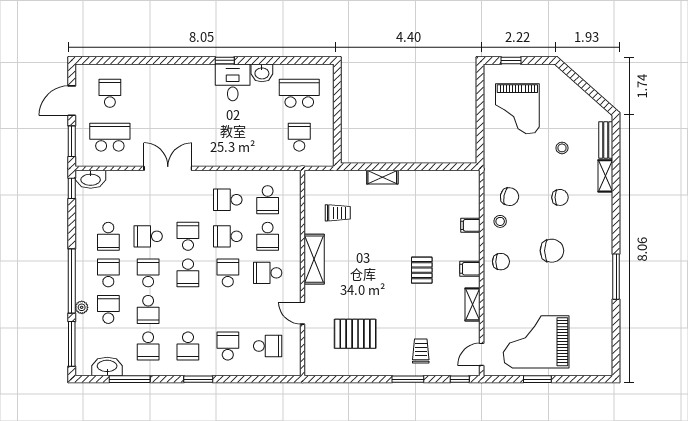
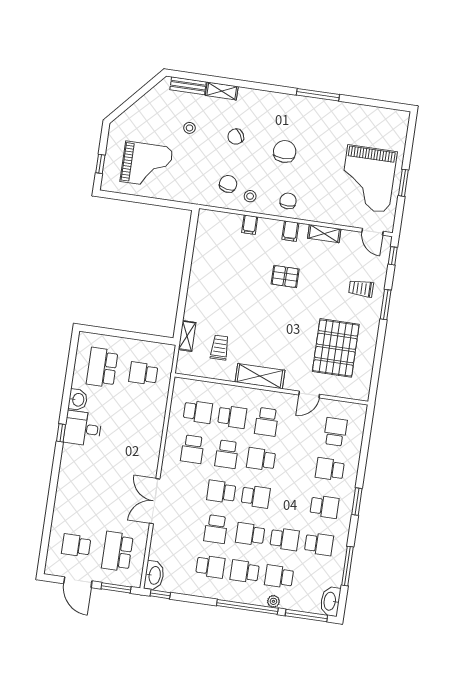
shelving: (382, 177) -> (187, 336), moved
chair: (560, 197) -> (236, 137), turned -121
pallet: (355, 334) -> (336, 348), width x1.37, depth x1.41
washbasin: (107, 366) -> (330, 601), moved

